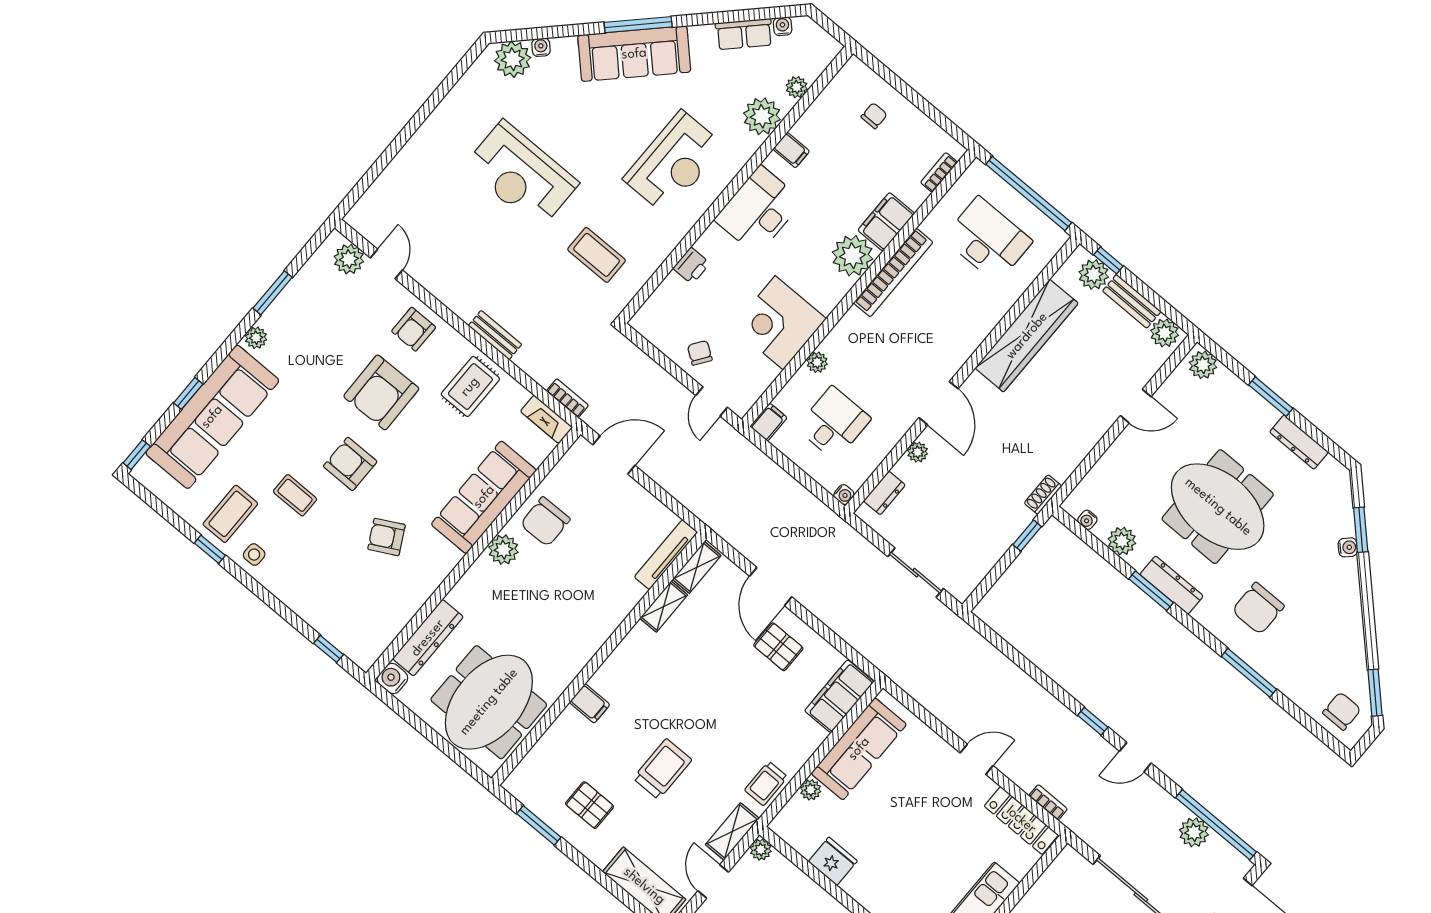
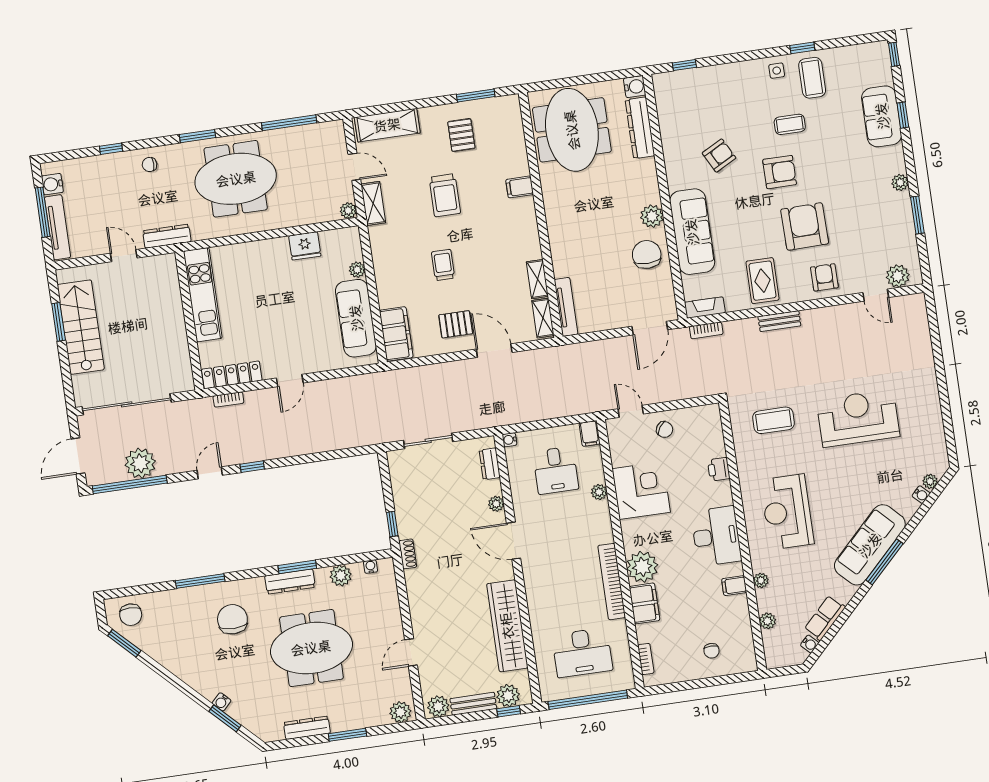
plant: (513, 59) -> (930, 481), width x0.53, depth x0.53
plant: (762, 116) -> (761, 580), width x0.53, depth x0.53
sofa: (212, 417) -> (882, 116), width x0.54, depth x0.79
trolley: (766, 783) -> (443, 265), moved
pallet: (590, 805) -> (461, 135), turned 90
plant: (1194, 832) -> (140, 463), width x1.36, depth x1.36

